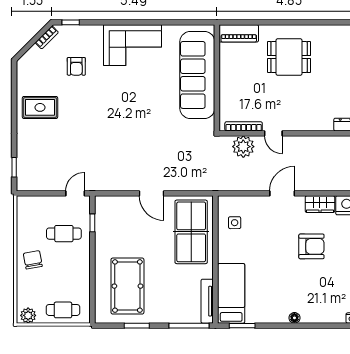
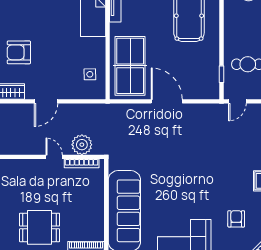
door: (152, 193) -> (167, 101), width x1.36

